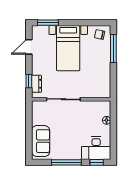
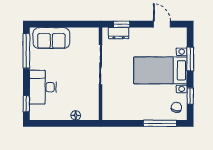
window: (48, 23) -> (190, 59), moved
window: (90, 23) -> (190, 96), added
desk: (96, 148) -> (43, 87), moved
window: (66, 162) -> (26, 51), moved

